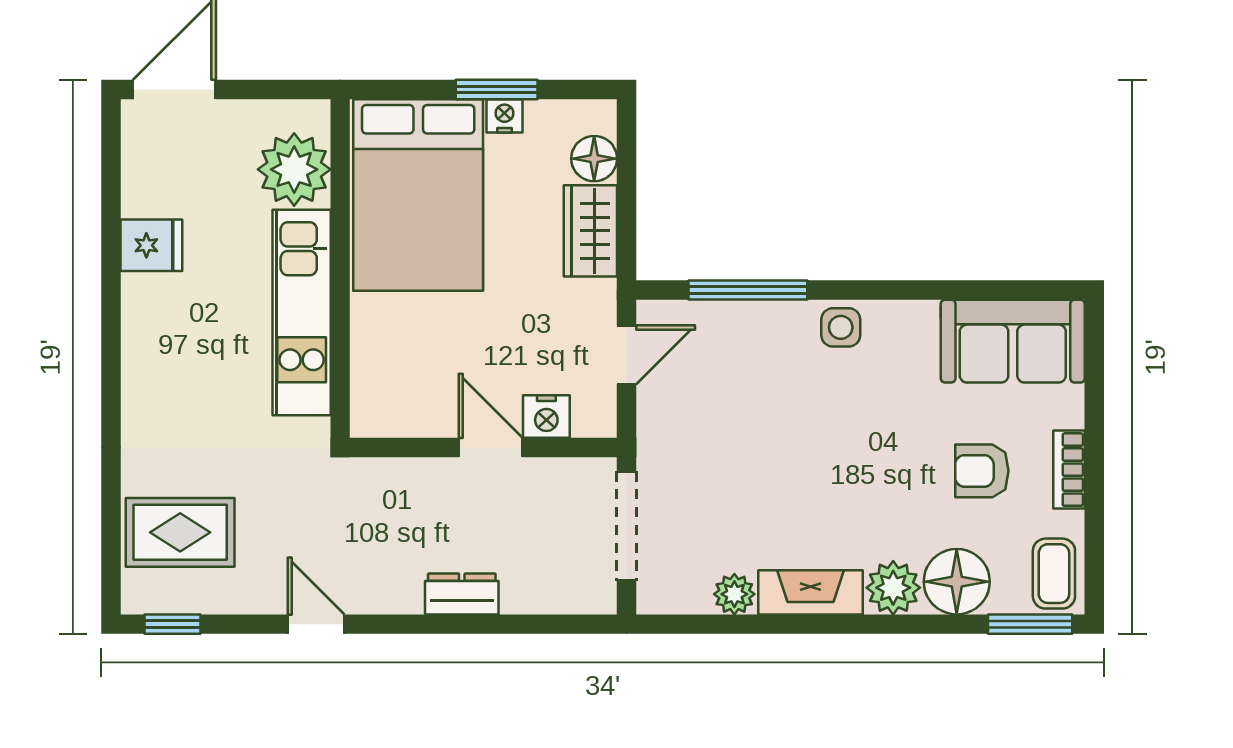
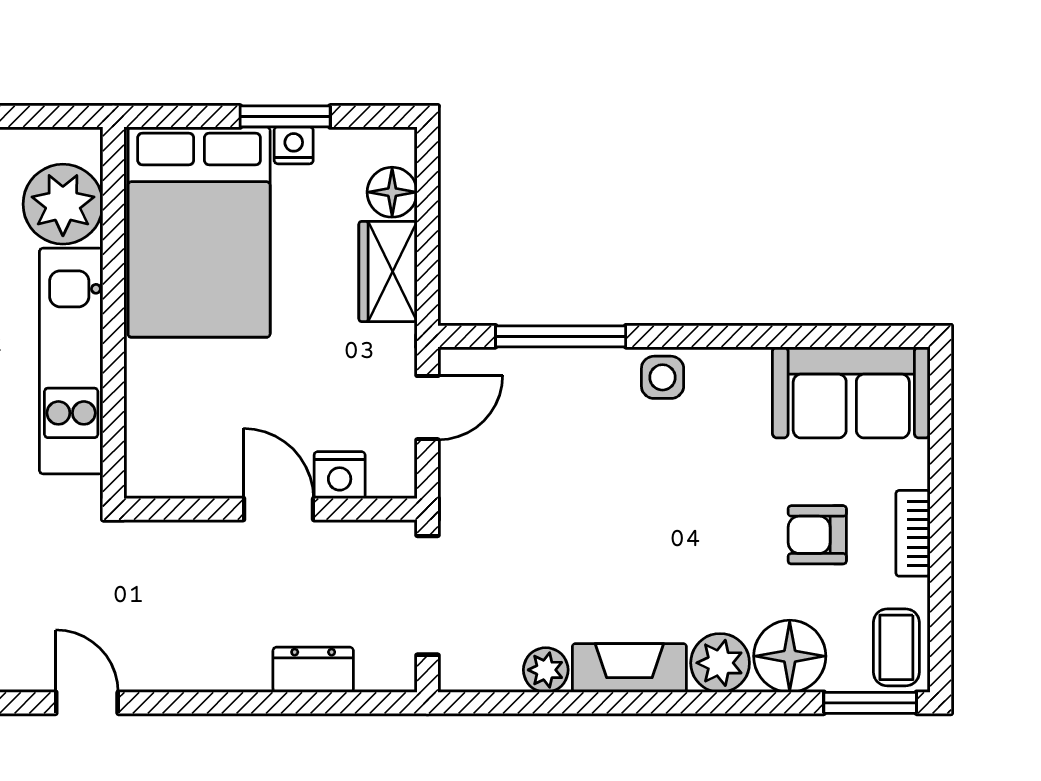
dresser: (462, 594) -> (313, 670), moved

